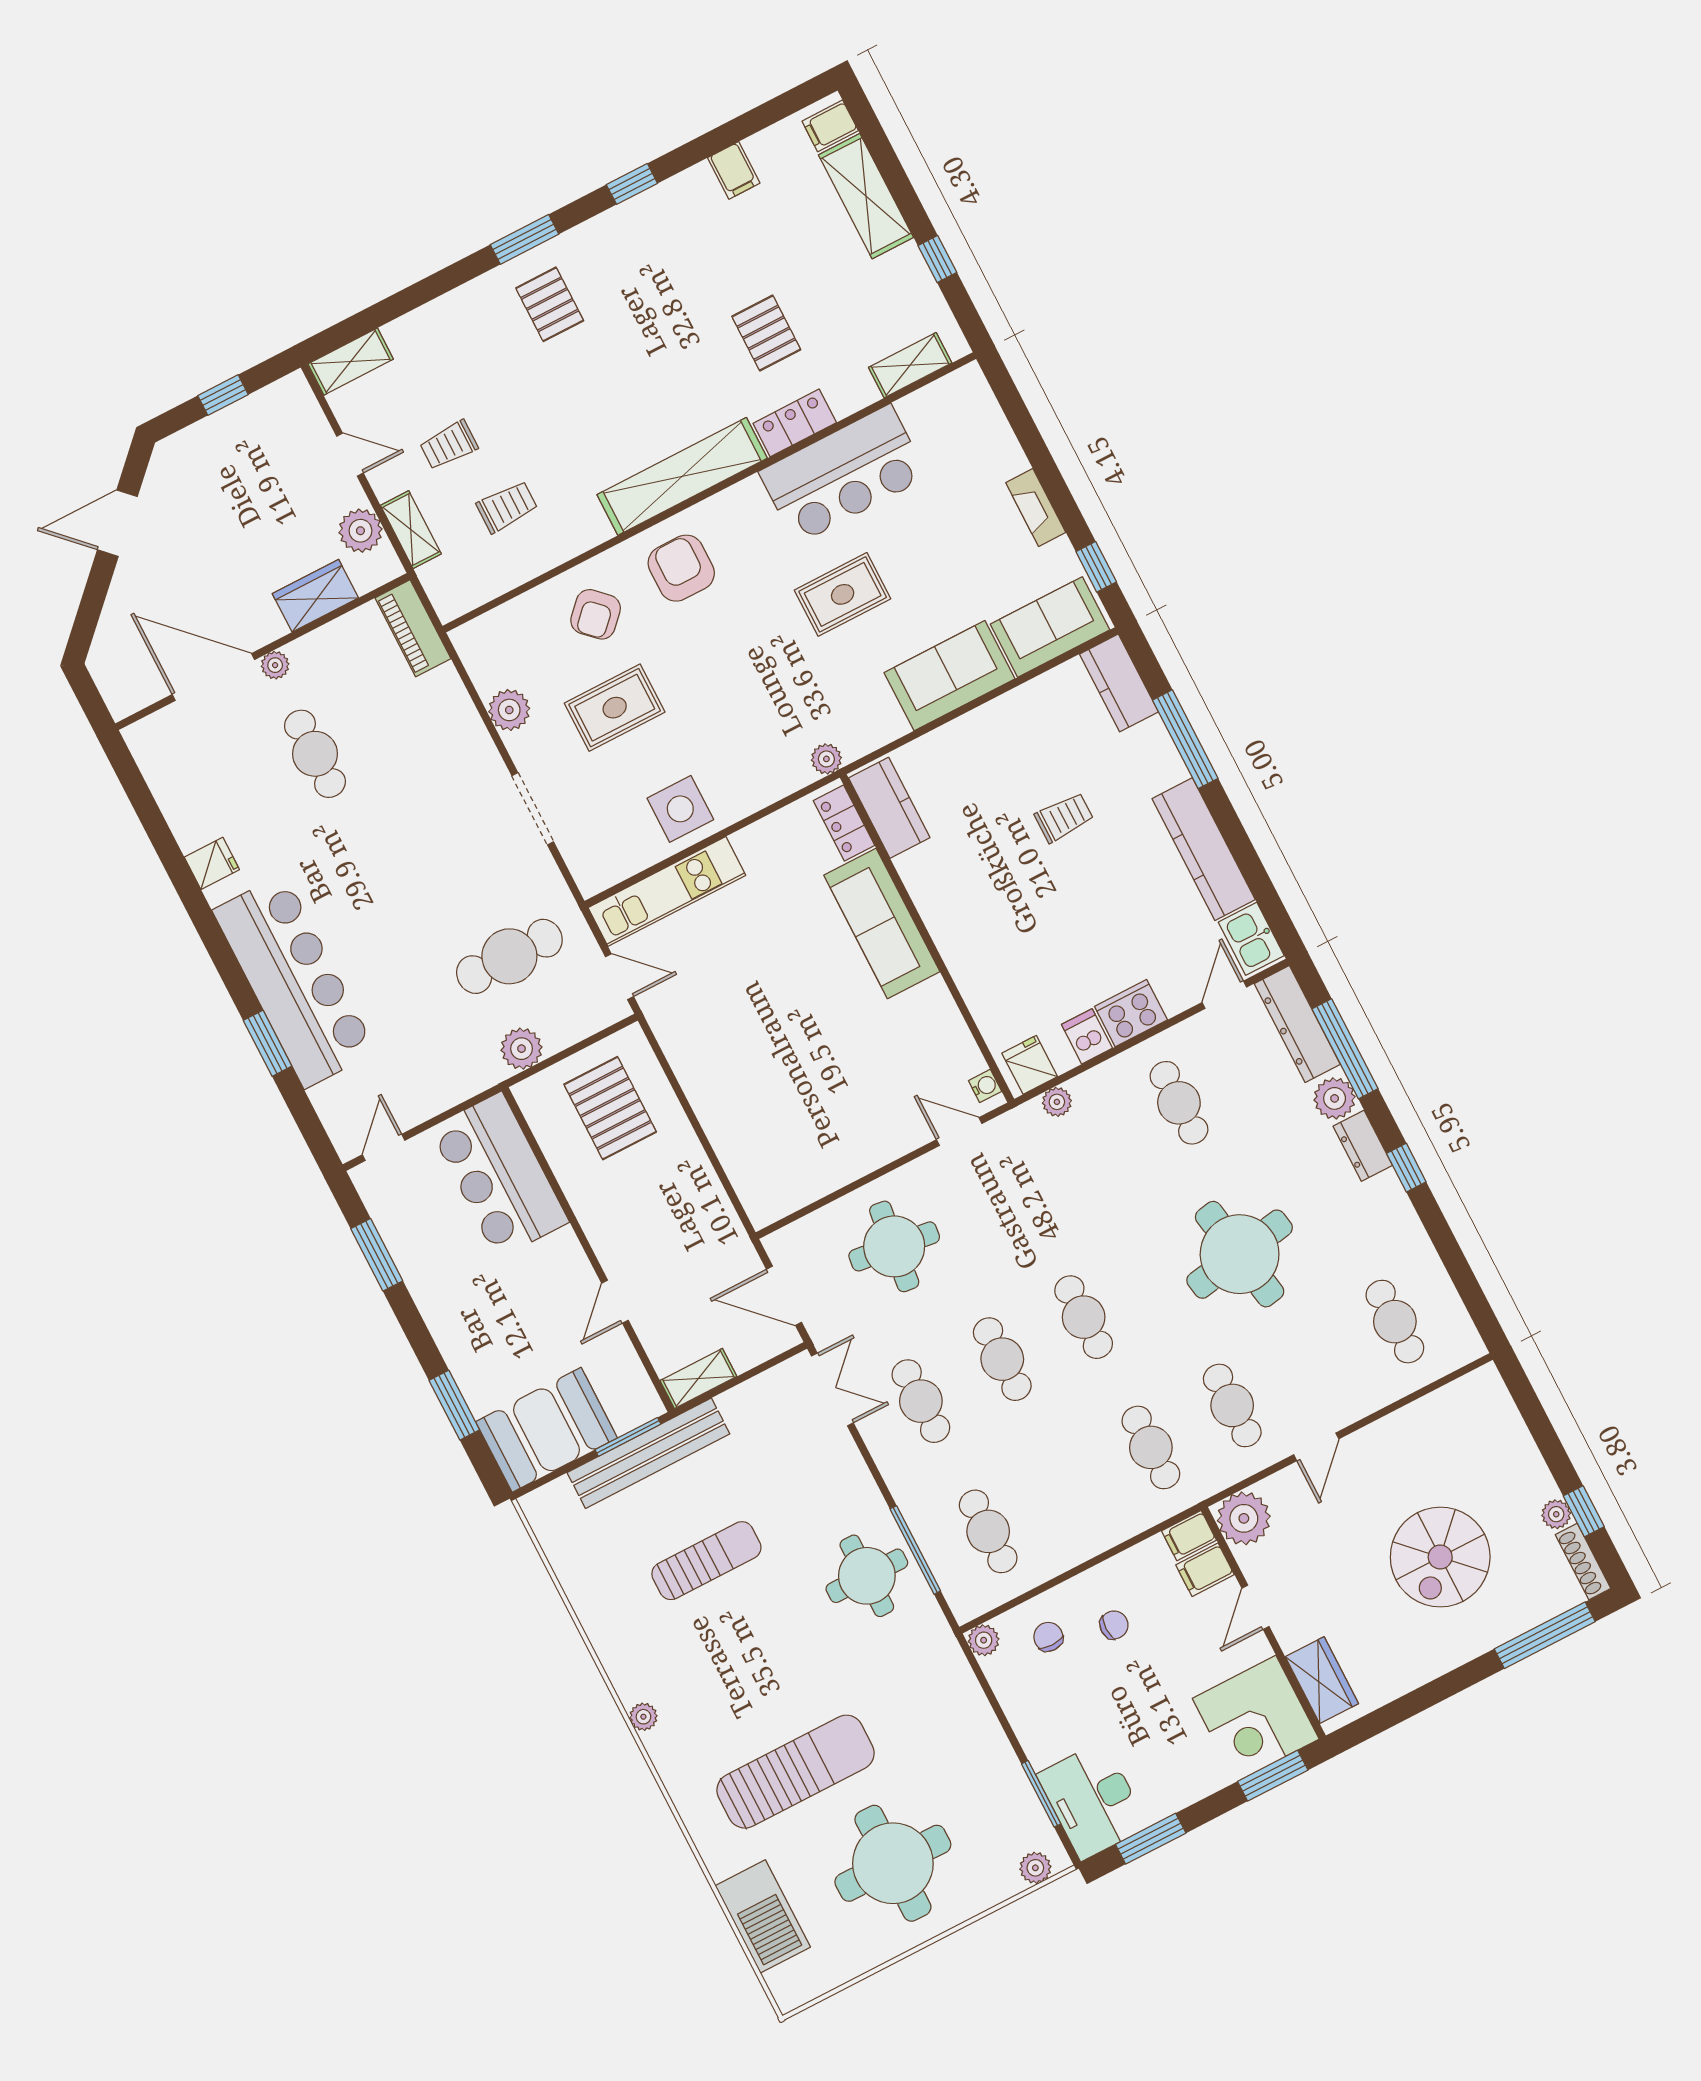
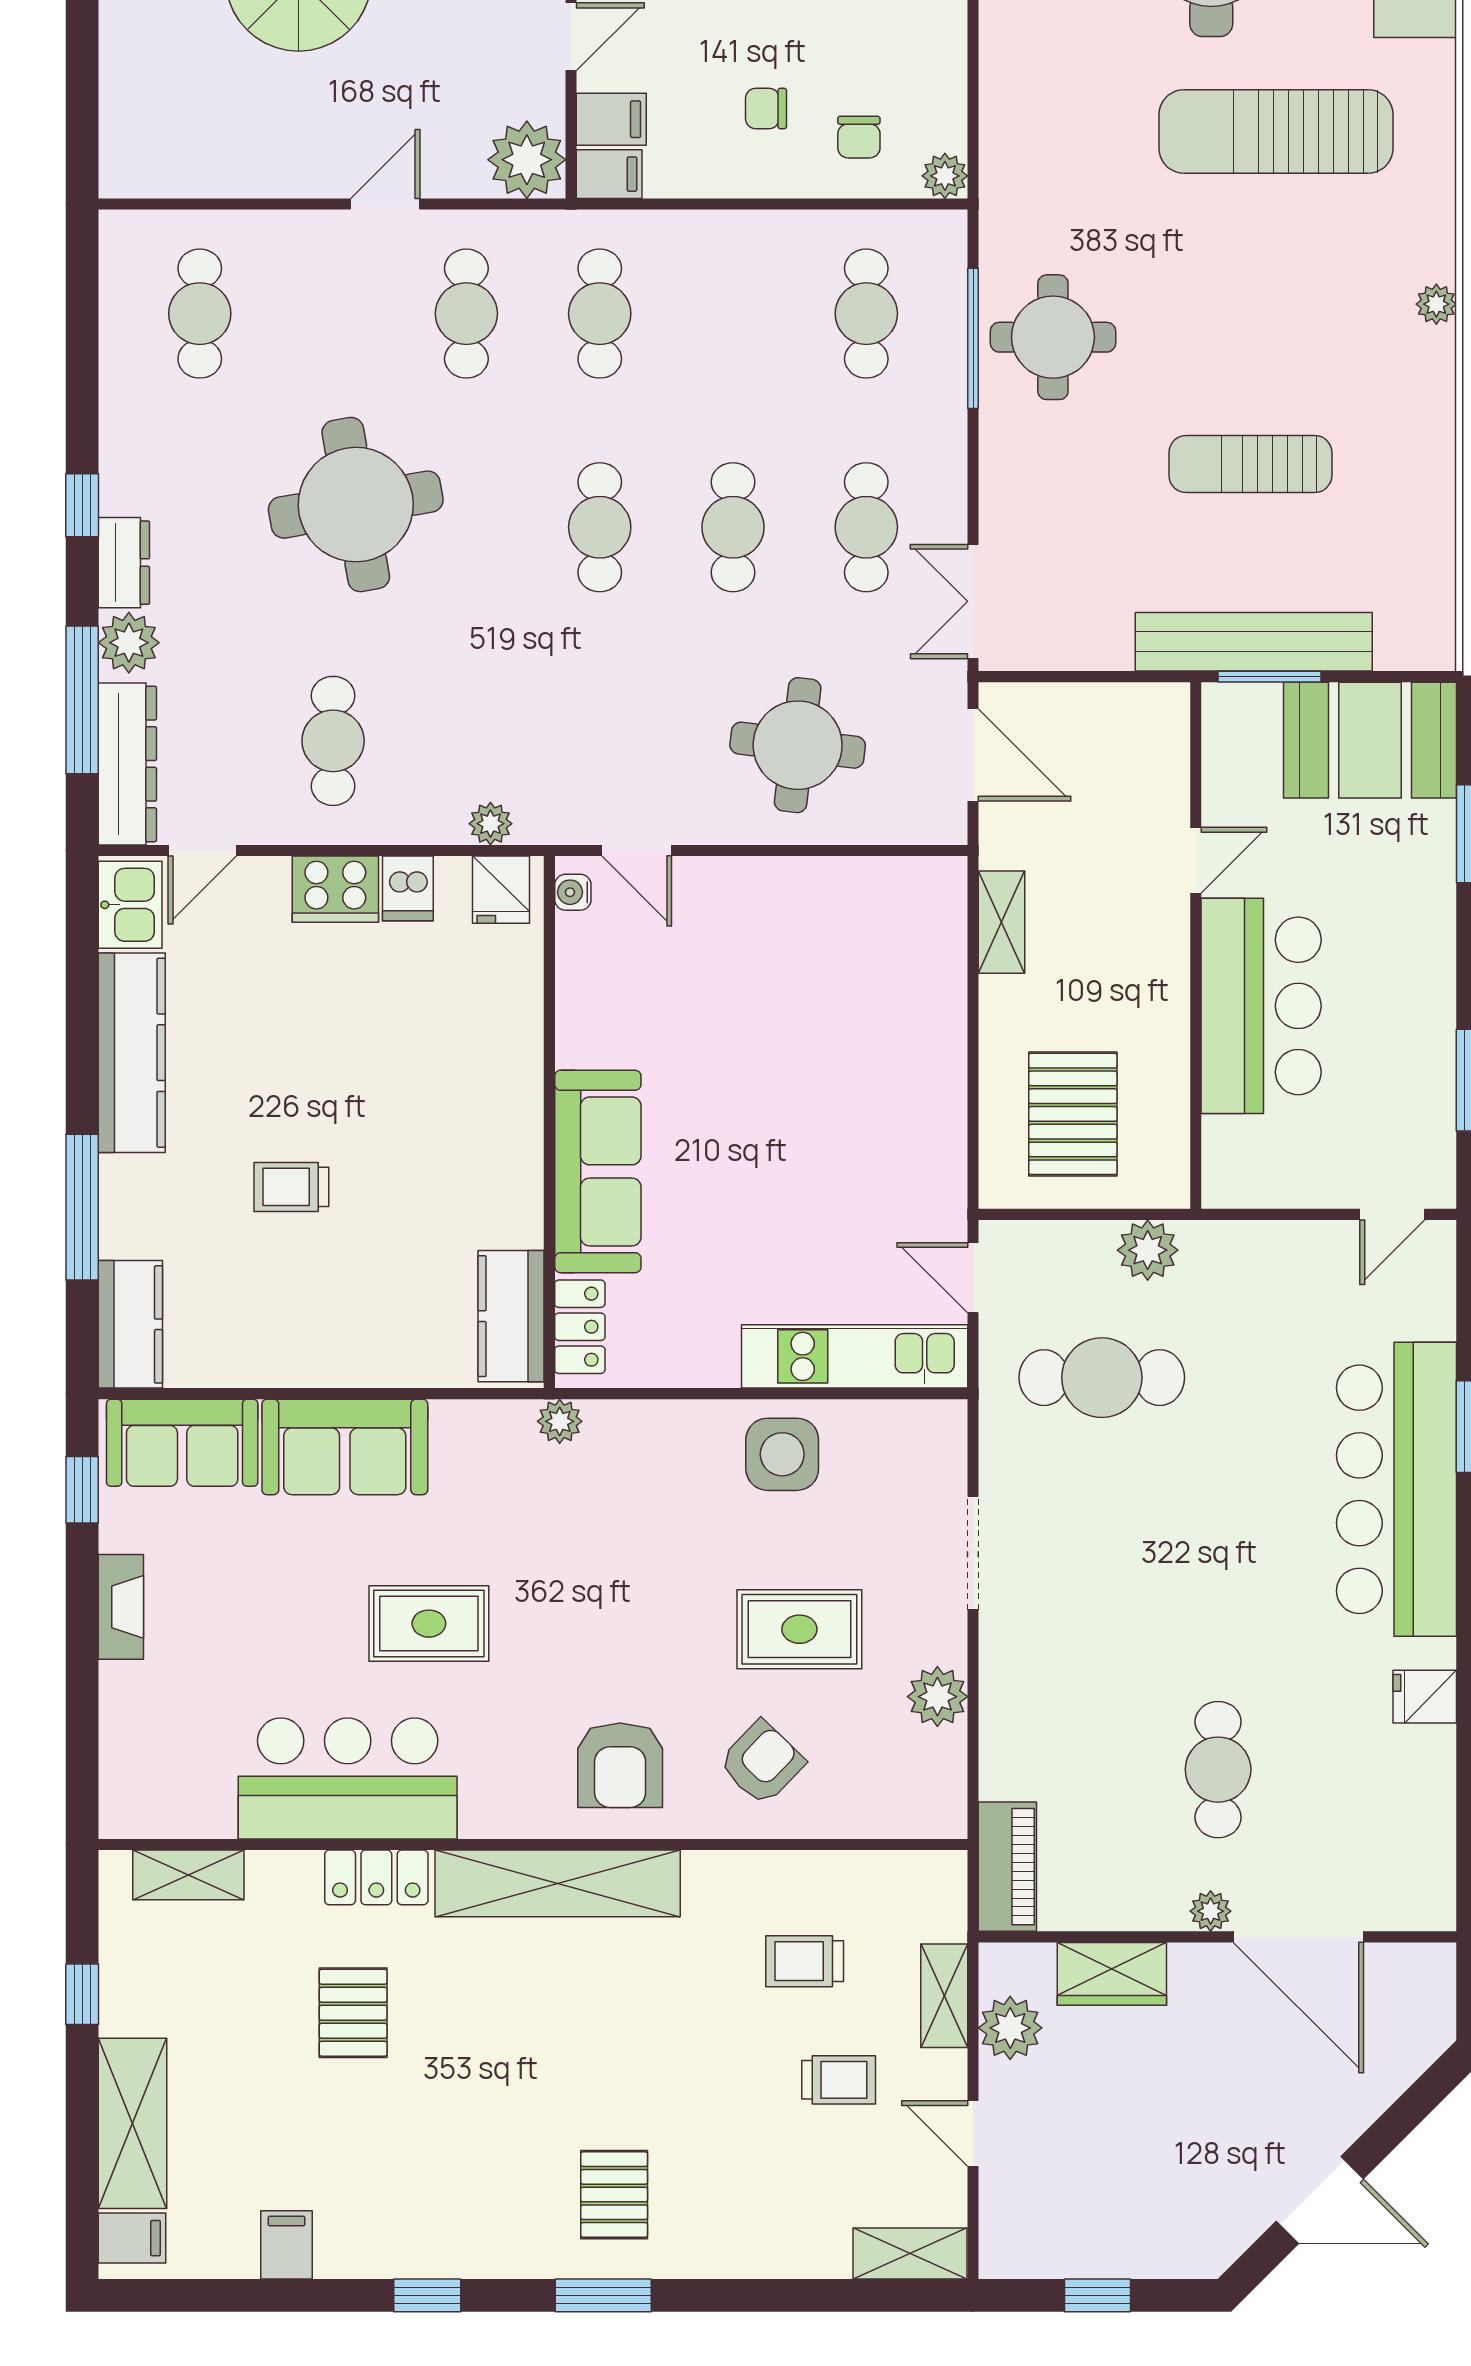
bar counter: (499, 1175) -> (1261, 1006), moved
shelving: (698, 1378) -> (1002, 922), moved, turned 90

